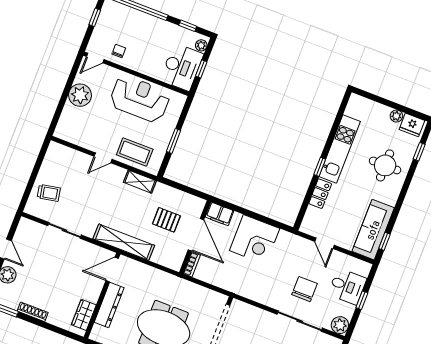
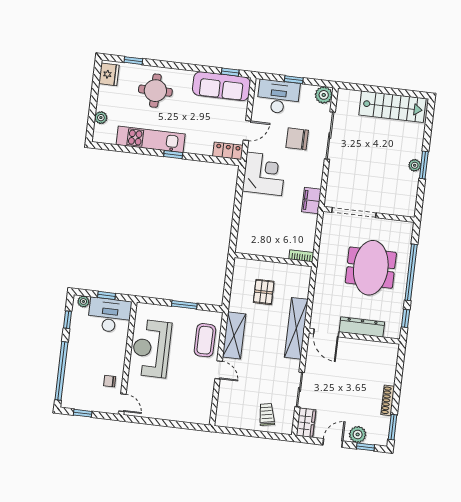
plant: (80, 95) -> (163, 408), removed
plant: (396, 116) -> (101, 118), moved
shelving: (140, 182) -> (234, 335), width x1.50, depth x1.33
locker: (320, 194) -> (228, 151), moved
filing cabinet: (220, 214) -> (311, 201), moved, turned 180
door: (196, 235) -> (271, 259), removed
corner desk: (255, 240) -> (264, 174), moved
desk: (347, 286) -> (278, 97), width x1.37
wardrobe: (84, 315) -> (306, 423), moved, turned -90

